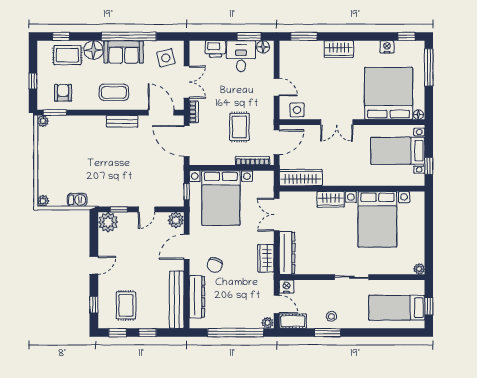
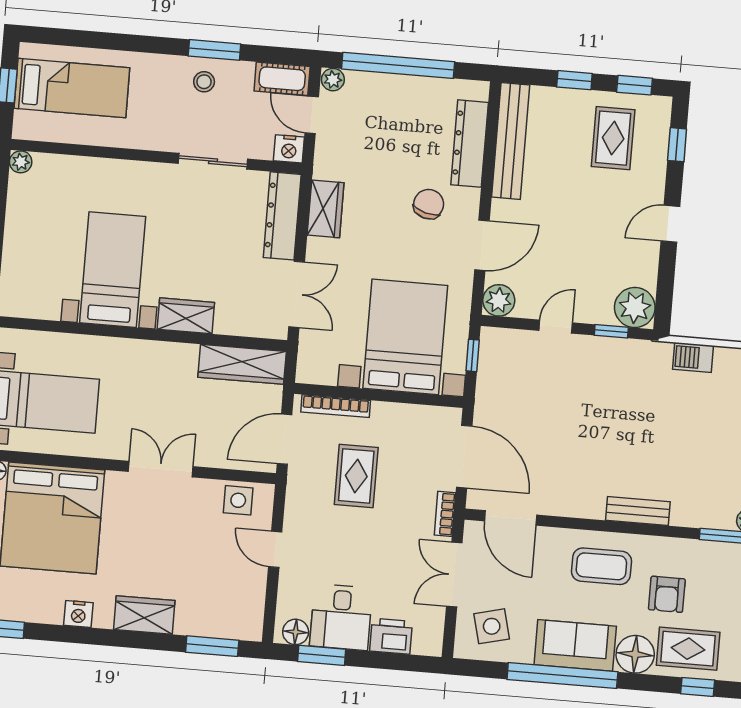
nightstand: (387, 47) -> (78, 614), moved
armchair: (63, 93) -> (667, 594), moved
bench: (122, 121) -> (638, 511), moved
bed with nightstands: (377, 219) -> (113, 270), width x0.73
sliding door: (352, 277) -> (213, 161), moved

